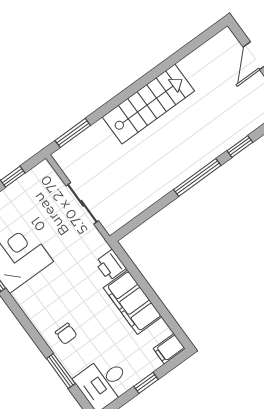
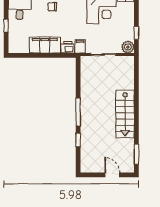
window: (73, 133) -> (136, 154), moved
plant: (43, 174) -> (128, 47), added
filing cabinet: (169, 349) -> (80, 46), moved

